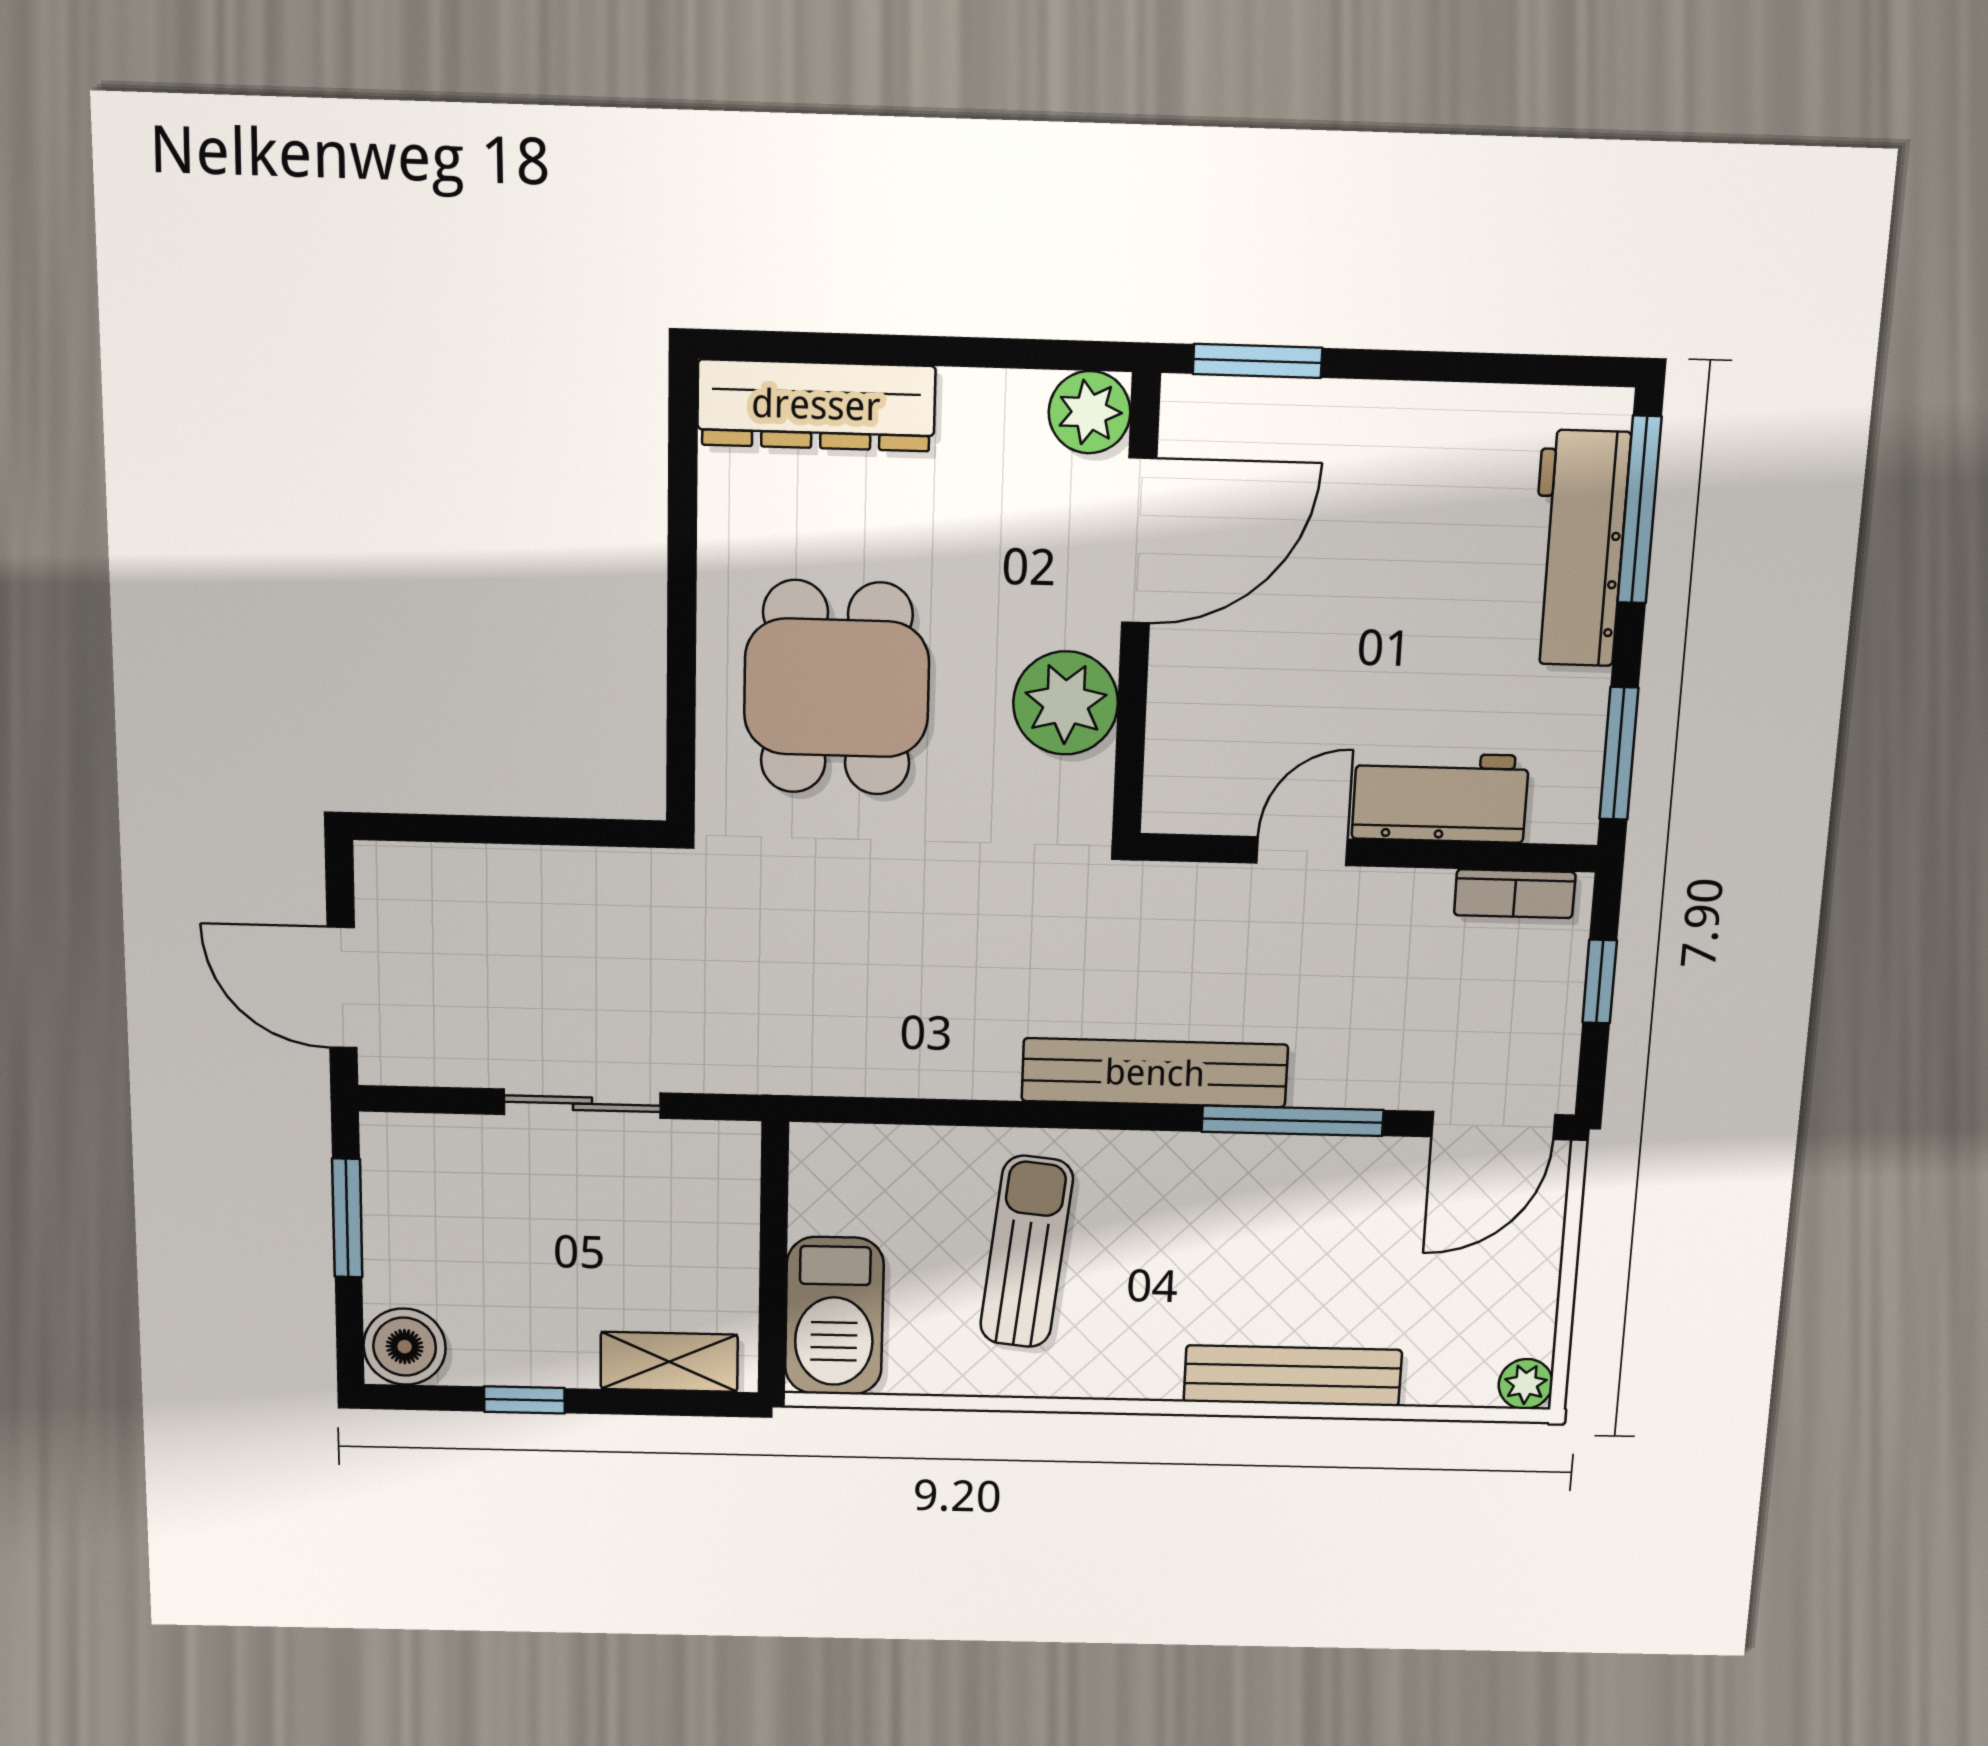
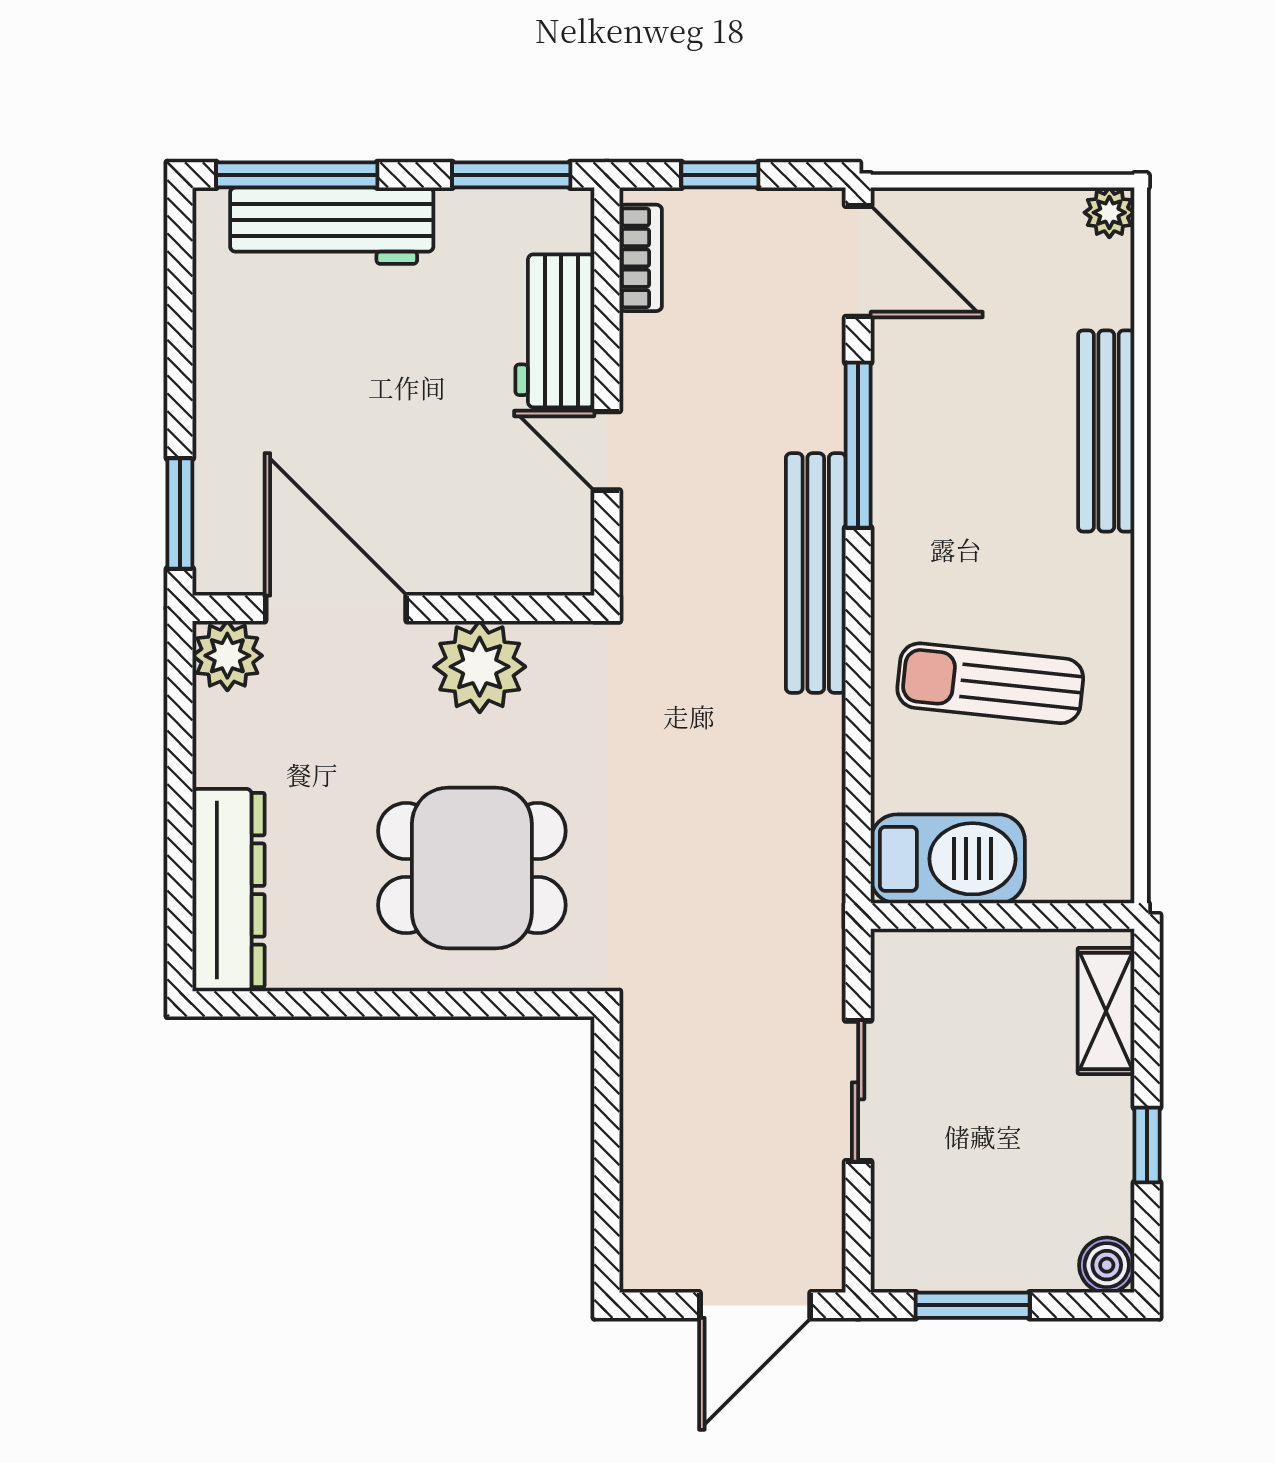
barbecue: (834, 1316) -> (948, 859), moved
boiler: (405, 1347) -> (1107, 1265), width x0.73, depth x0.73

